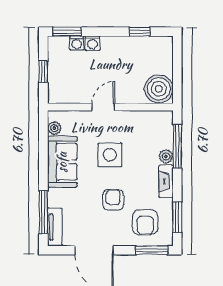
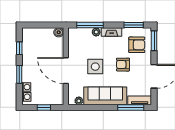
window: (67, 32) -> (19, 74), moved
washing machine: (93, 43) -> (26, 97), moved
boiler: (159, 89) -> (59, 32), width x0.54, depth x0.54
door: (103, 107) -> (66, 71), width x1.88
sofa: (62, 162) -> (105, 96), width x1.36

